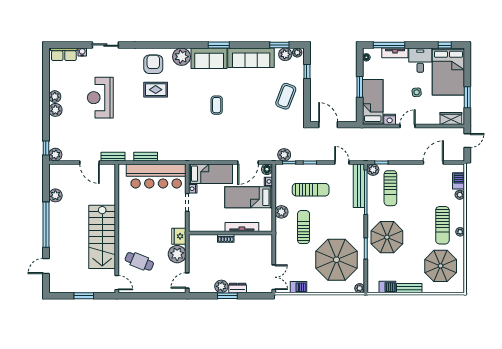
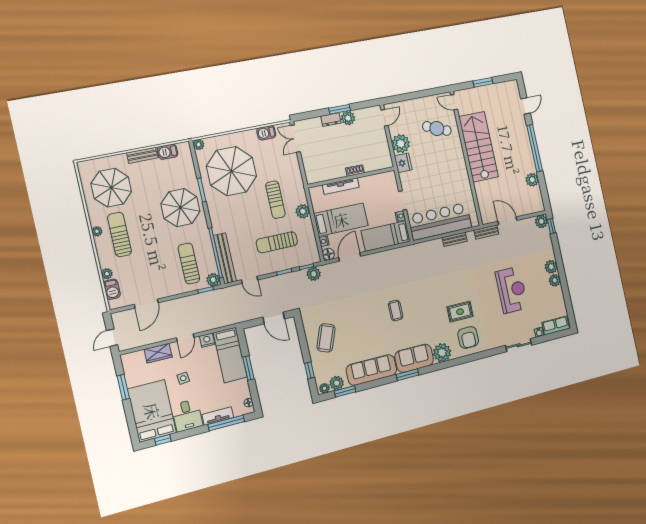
wardrobe: (451, 118) -> (158, 353), moved

